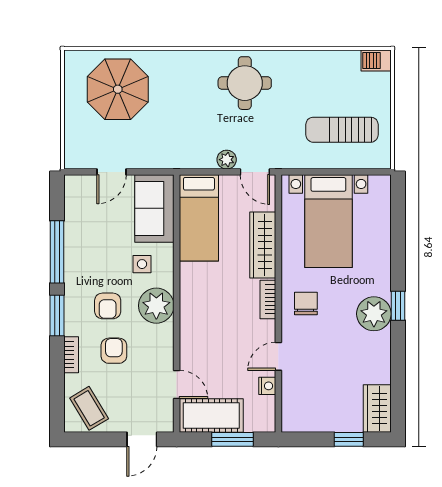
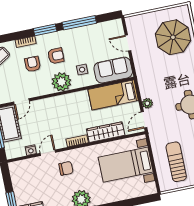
chair: (306, 303) -> (66, 168), moved
armchair: (108, 306) -> (56, 56), turned 180
armchair: (114, 351) -> (33, 64), turned -90
door: (278, 356) -> (48, 153), hinge flipped

